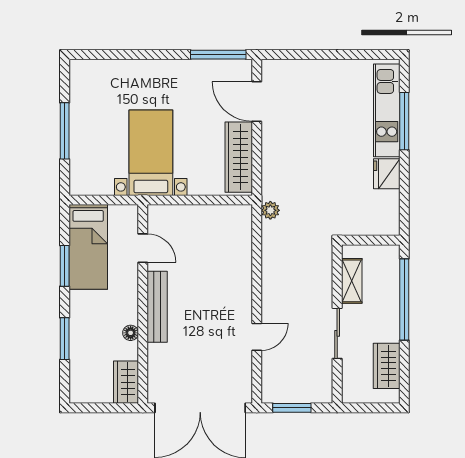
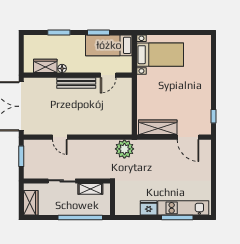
window: (218, 55) -> (213, 116), width x0.46
door: (257, 101) -> (188, 137), swing flipped
window: (65, 131) -> (172, 33), removed
bed with nightstands: (151, 153) -> (160, 55), moved
plant: (270, 210) -> (124, 149), width x1.88, depth x1.88
wardrobe: (387, 366) -> (31, 203), moved, turned 90
wardrobe: (126, 382) -> (45, 66), moved

